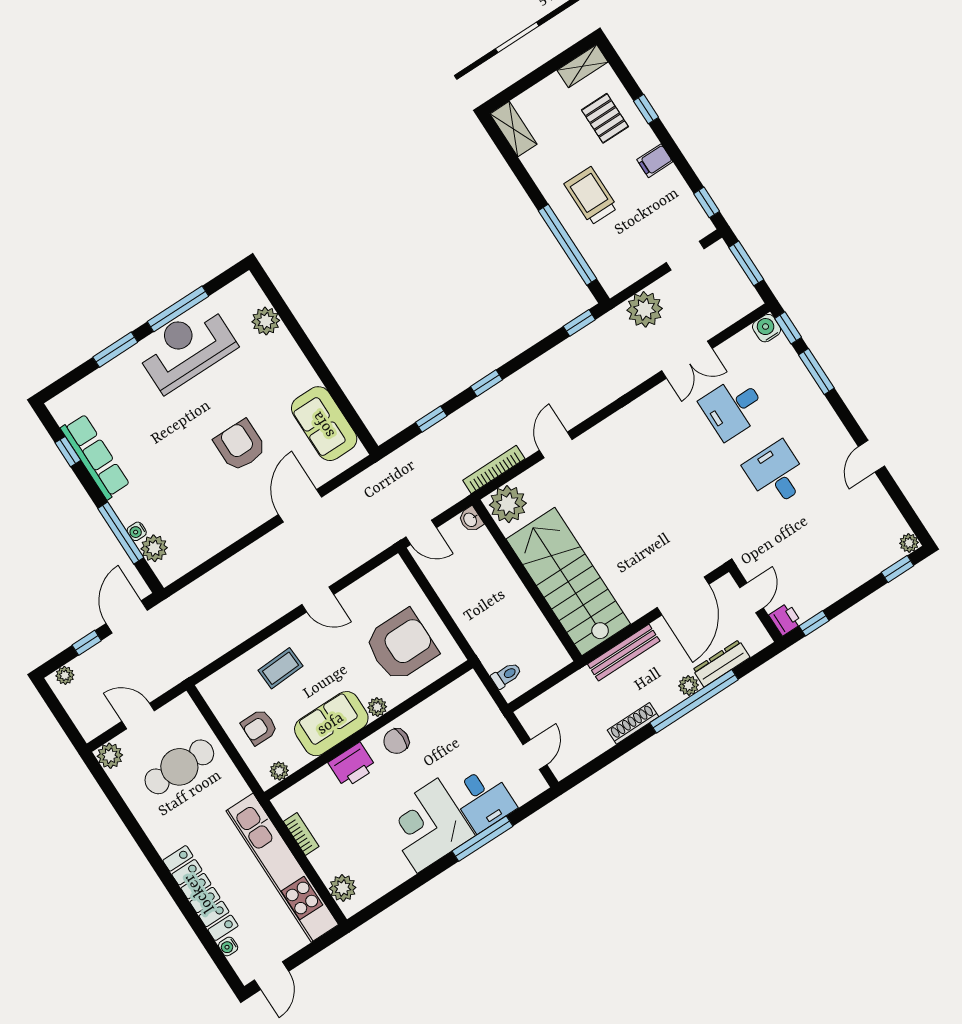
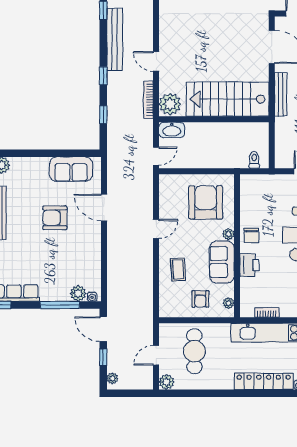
bench: (549, 366) -> (115, 39), added
washbasin: (471, 520) -> (172, 130), width x1.91, depth x1.45
water cooler: (137, 531) -> (92, 297), moved

